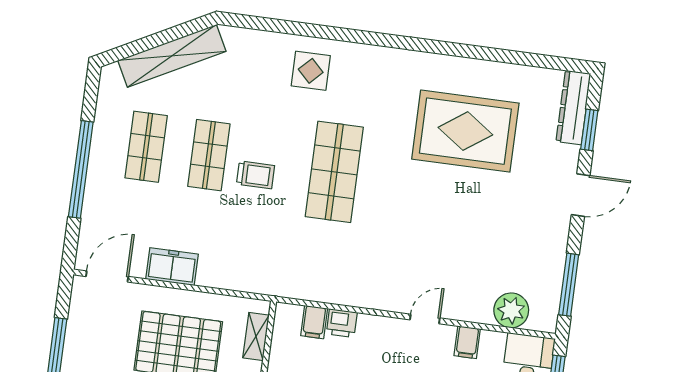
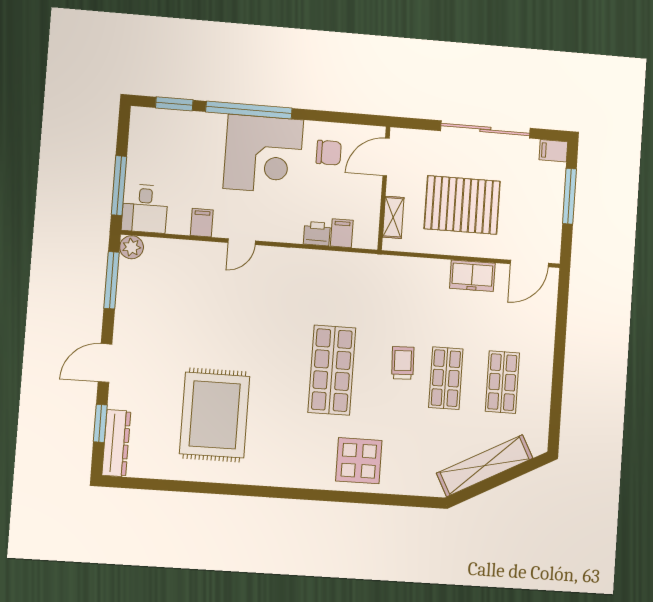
display table: (311, 71) -> (359, 461), width x1.36, depth x1.36
rug: (465, 131) -> (215, 415), turned 90
window: (81, 169) -> (559, 358), removed
trolley: (256, 175) -> (403, 363), turned 88
plant: (511, 310) -> (132, 247), moved, width x0.73, depth x0.73

